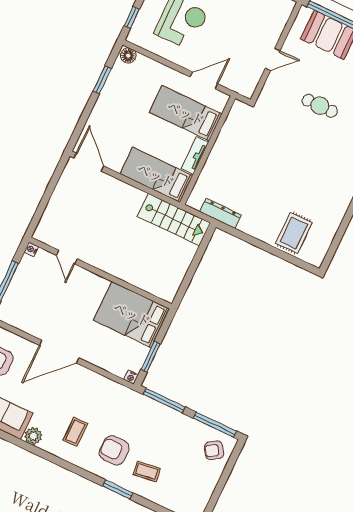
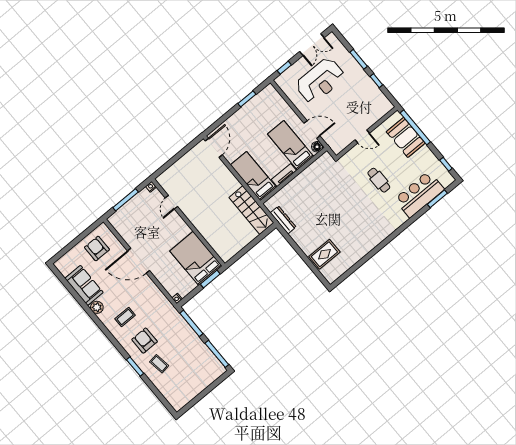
floor lamp: (128, 56) -> (317, 147), moved
window: (151, 357) -> (210, 279), moved
armchair: (214, 450) -> (209, 370), removed

